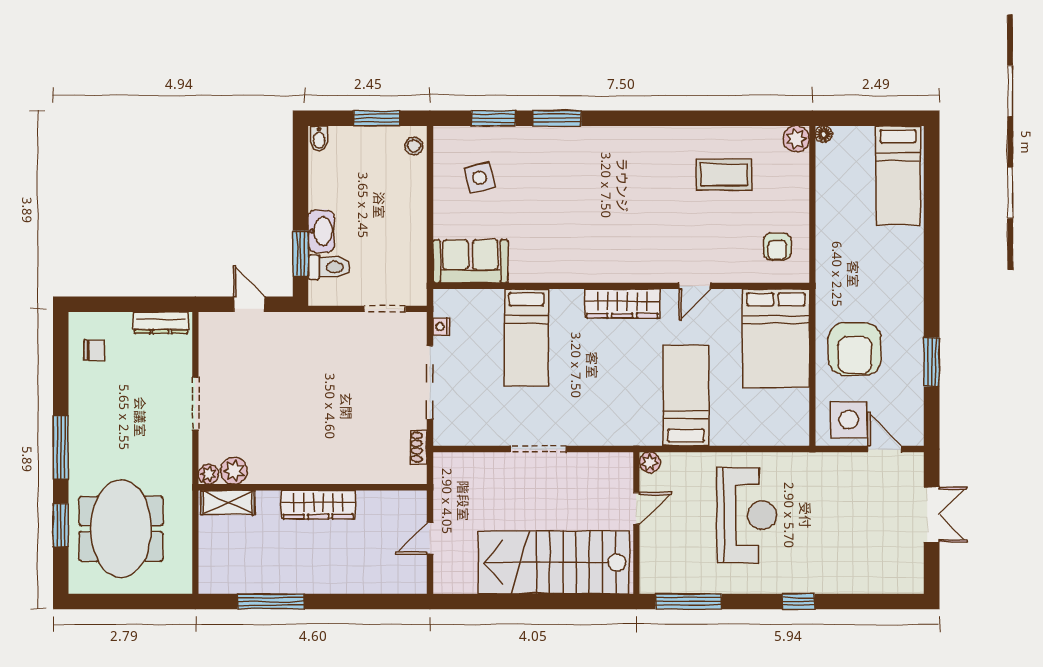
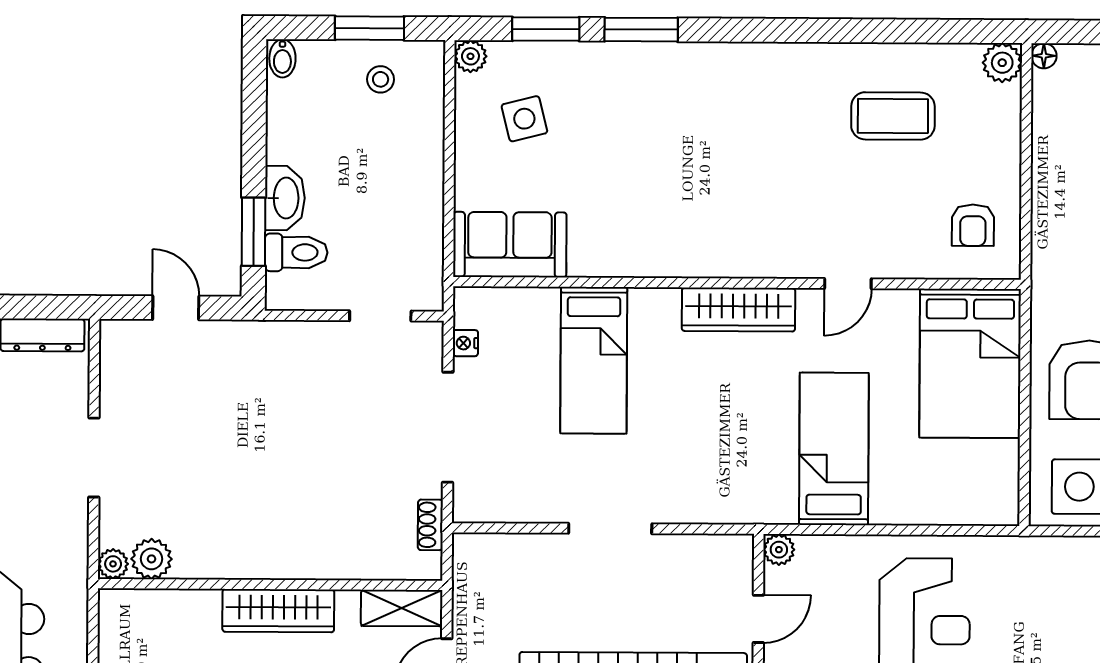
plant: (444, 136) -> (470, 56), added
stool: (414, 146) -> (381, 79), moved
shelving: (228, 502) -> (402, 608), moved

